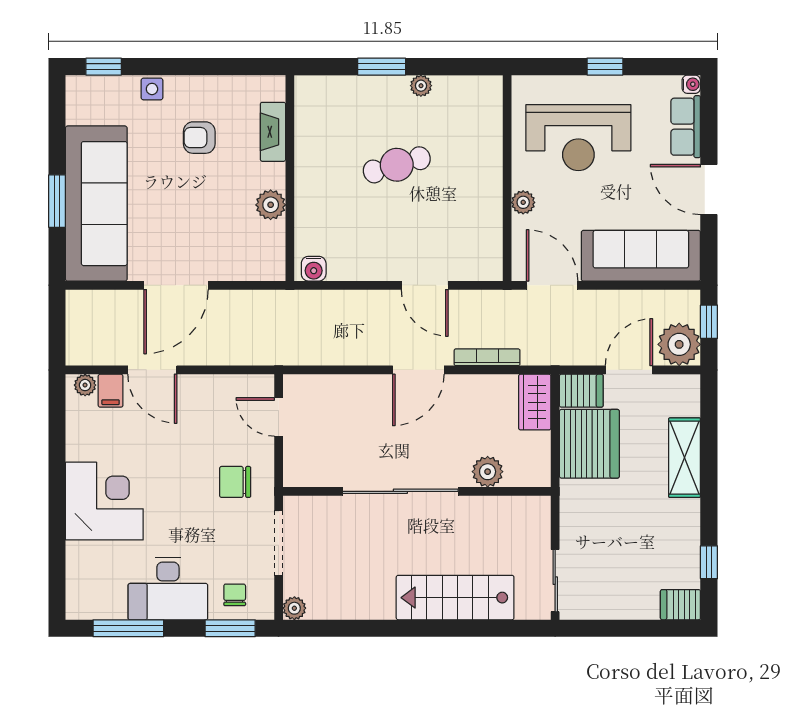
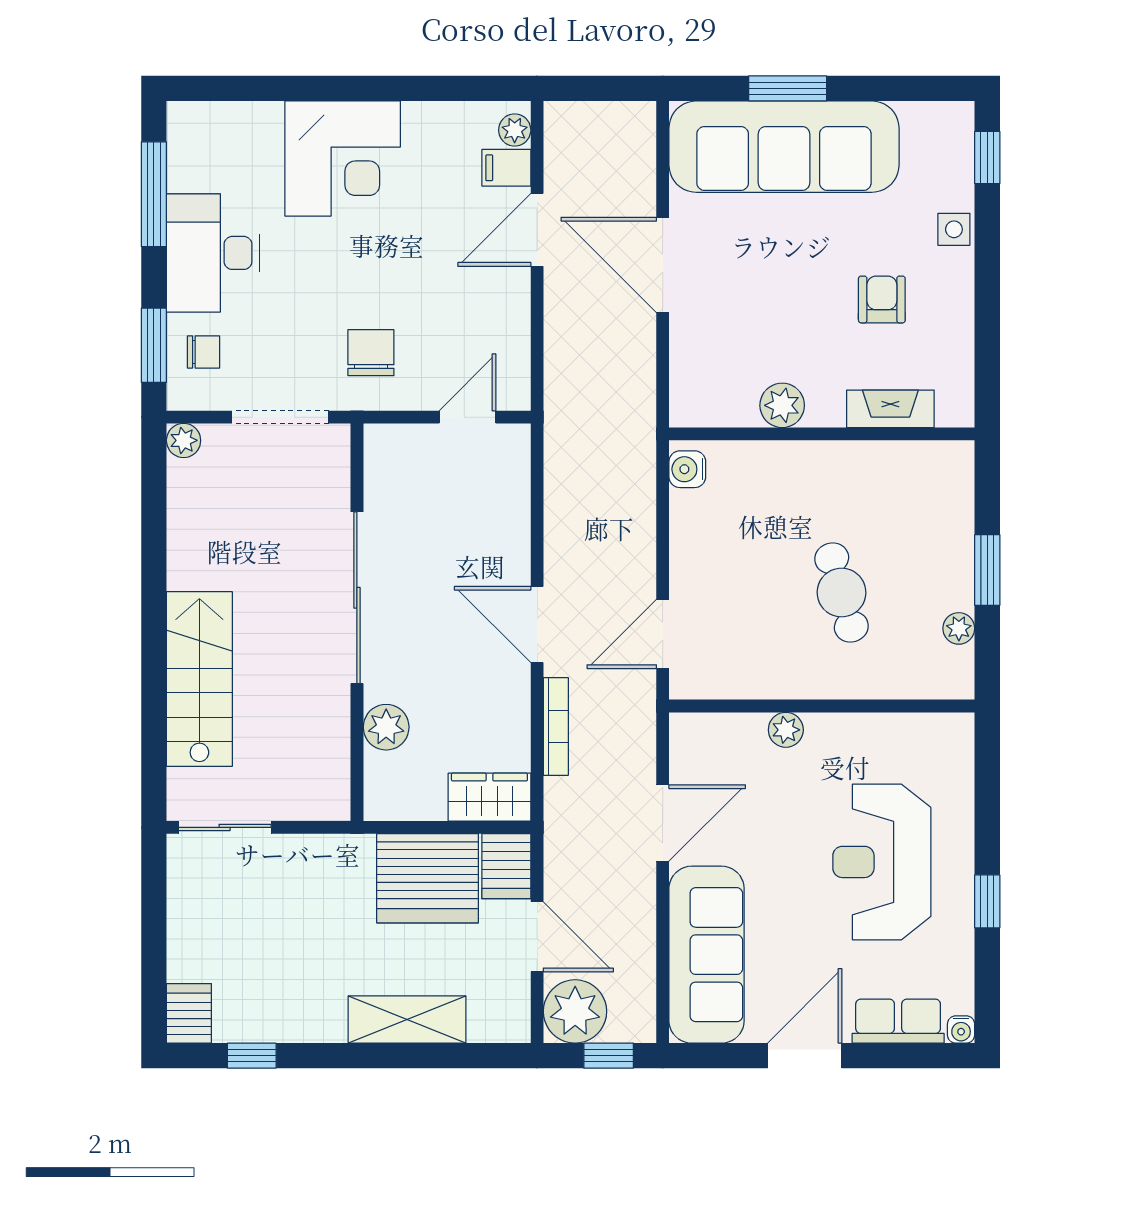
wall: (507, 178) -> (822, 706), moved
plant: (523, 202) -> (786, 730), moved

